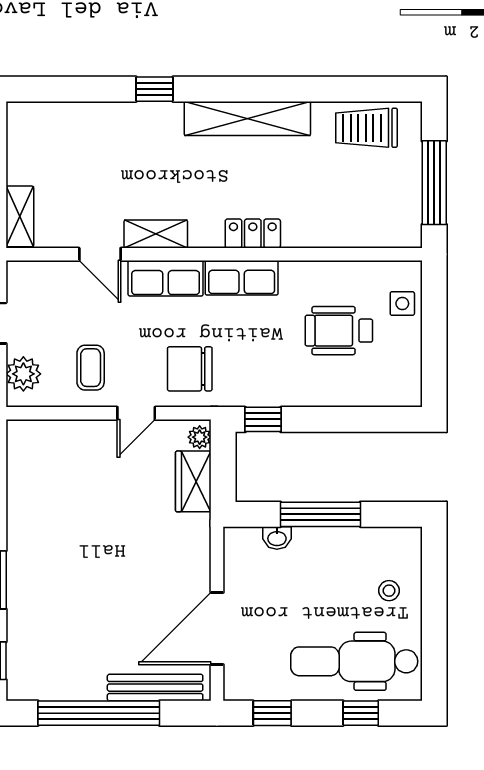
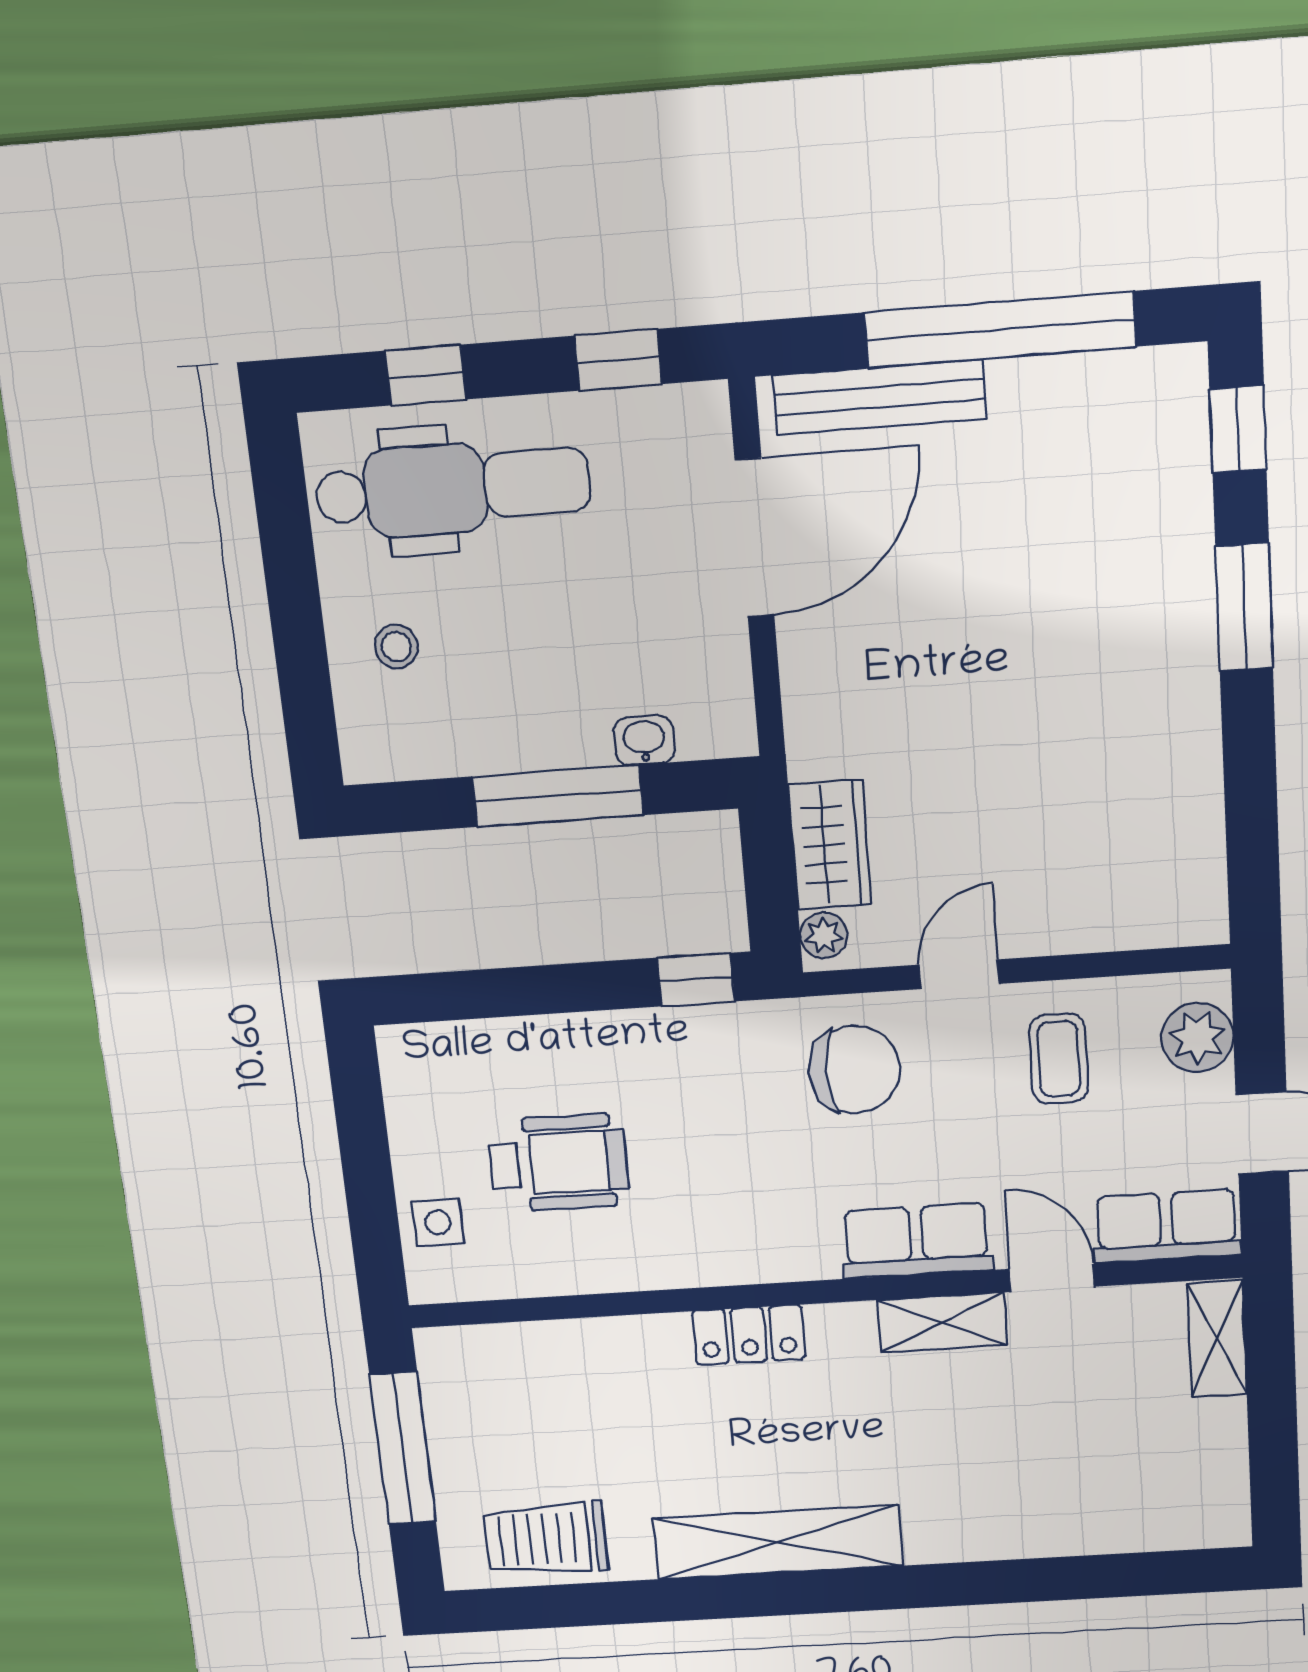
window: (155, 89) -> (963, 1584), removed
trolley: (366, 128) -> (546, 1539), turned 180
row of seats: (242, 278) -> (1166, 1226), moved

